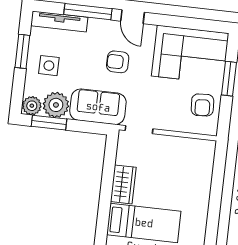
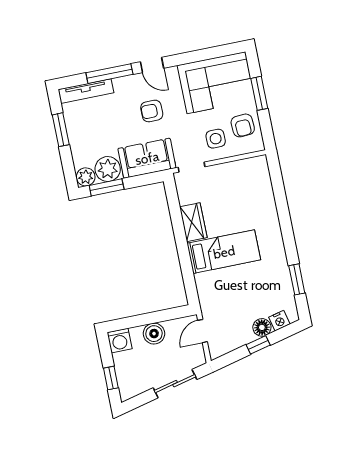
side table: (49, 66) -> (216, 139), moved

